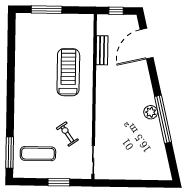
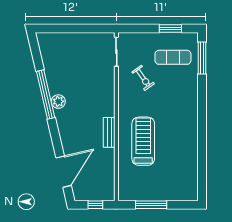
window: (47, 10) -> (151, 205), moved
bench: (102, 50) -> (109, 132), moved
treadmill: (68, 72) -> (143, 141), turned 180
window: (59, 182) -> (170, 28), moved

